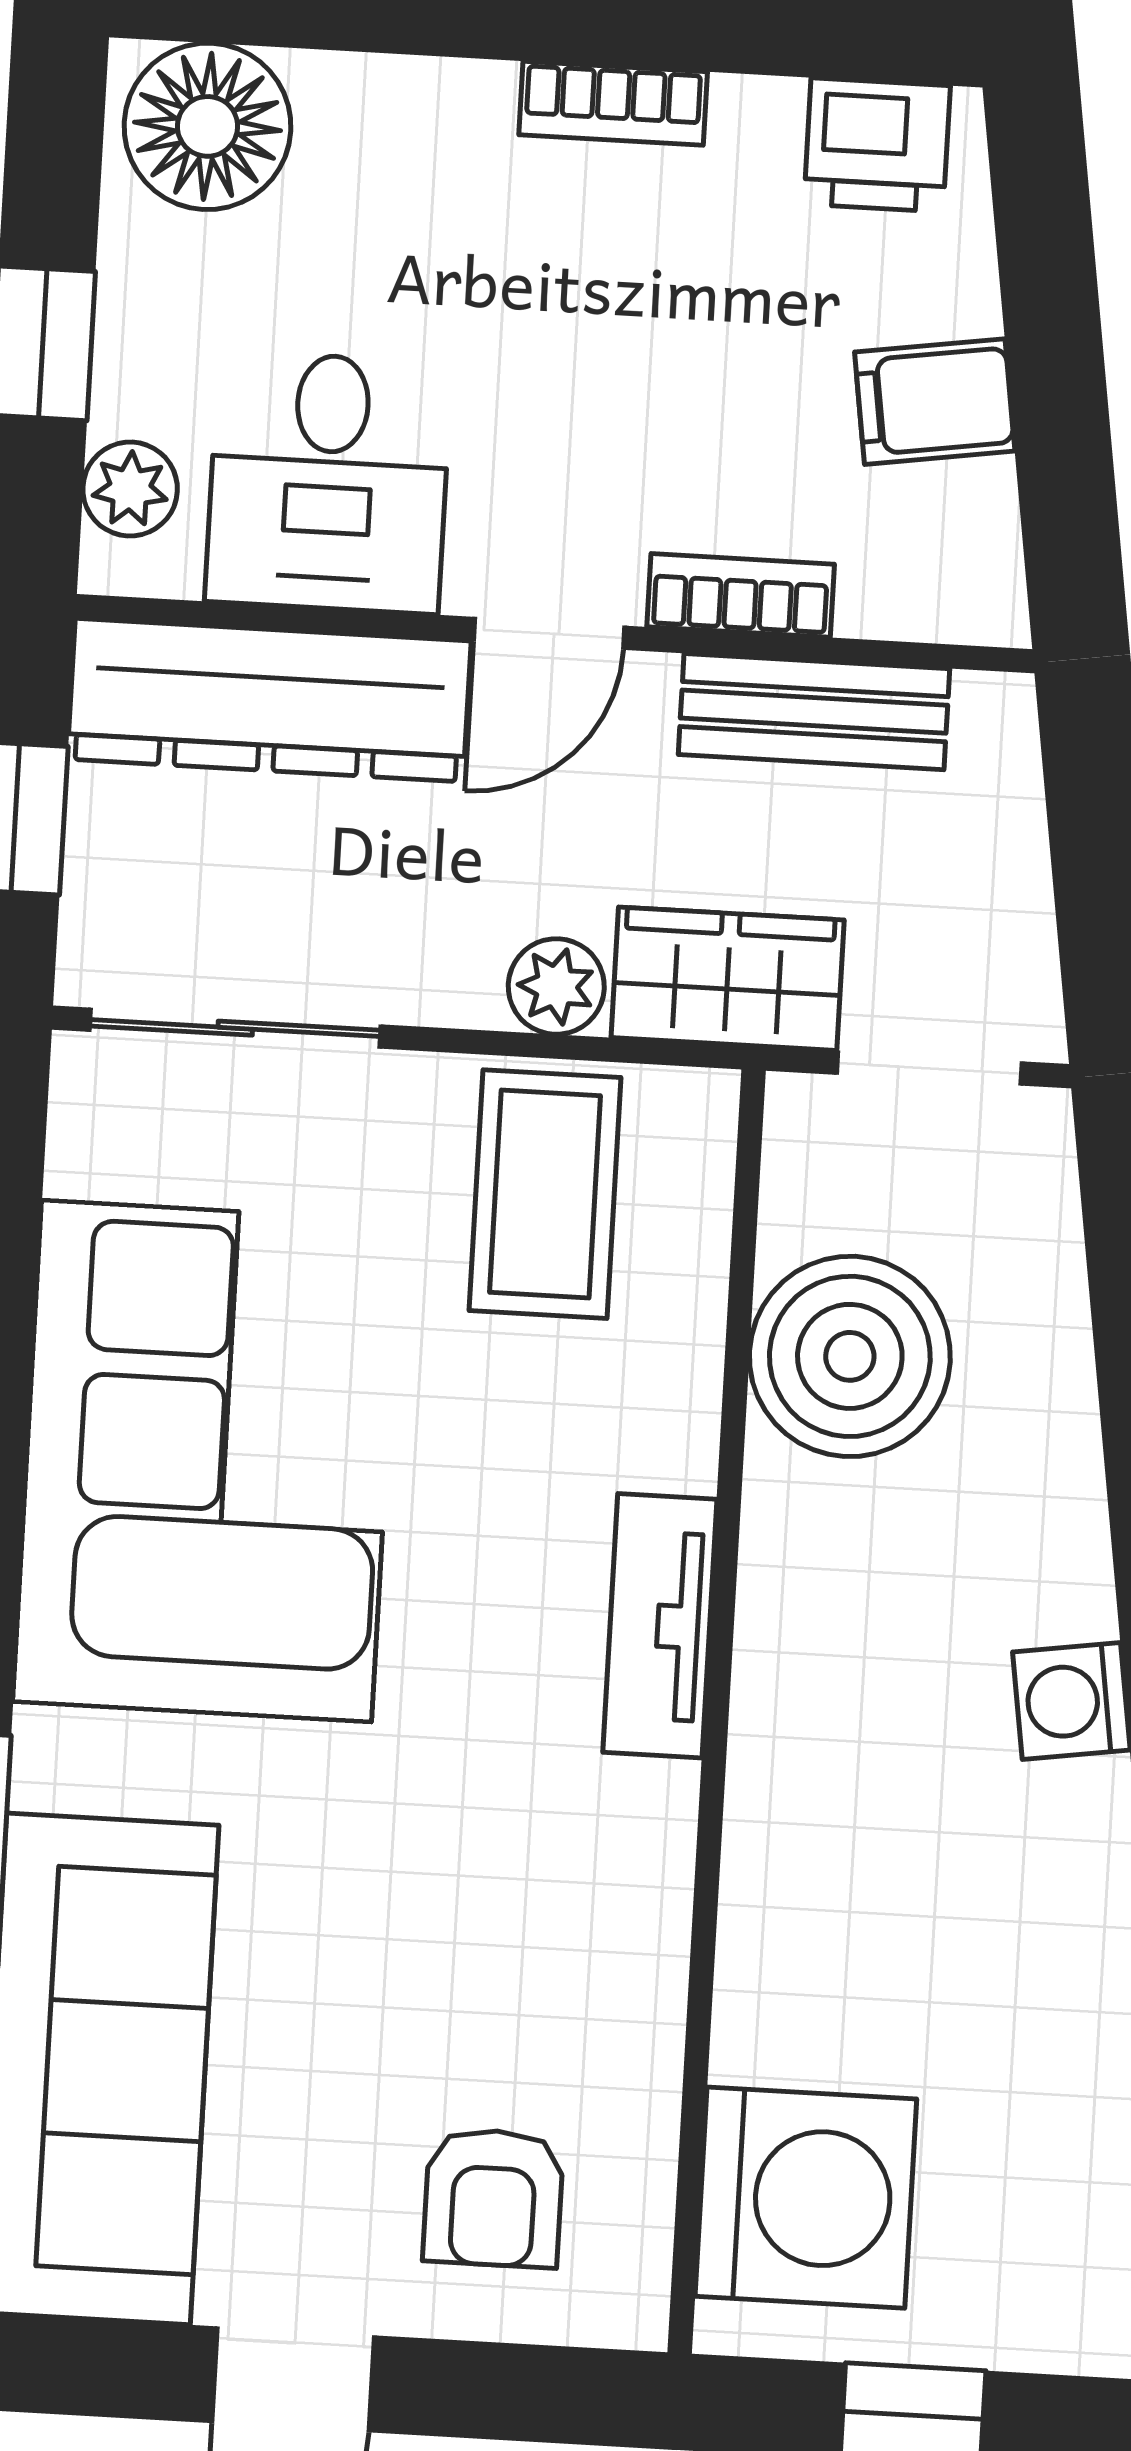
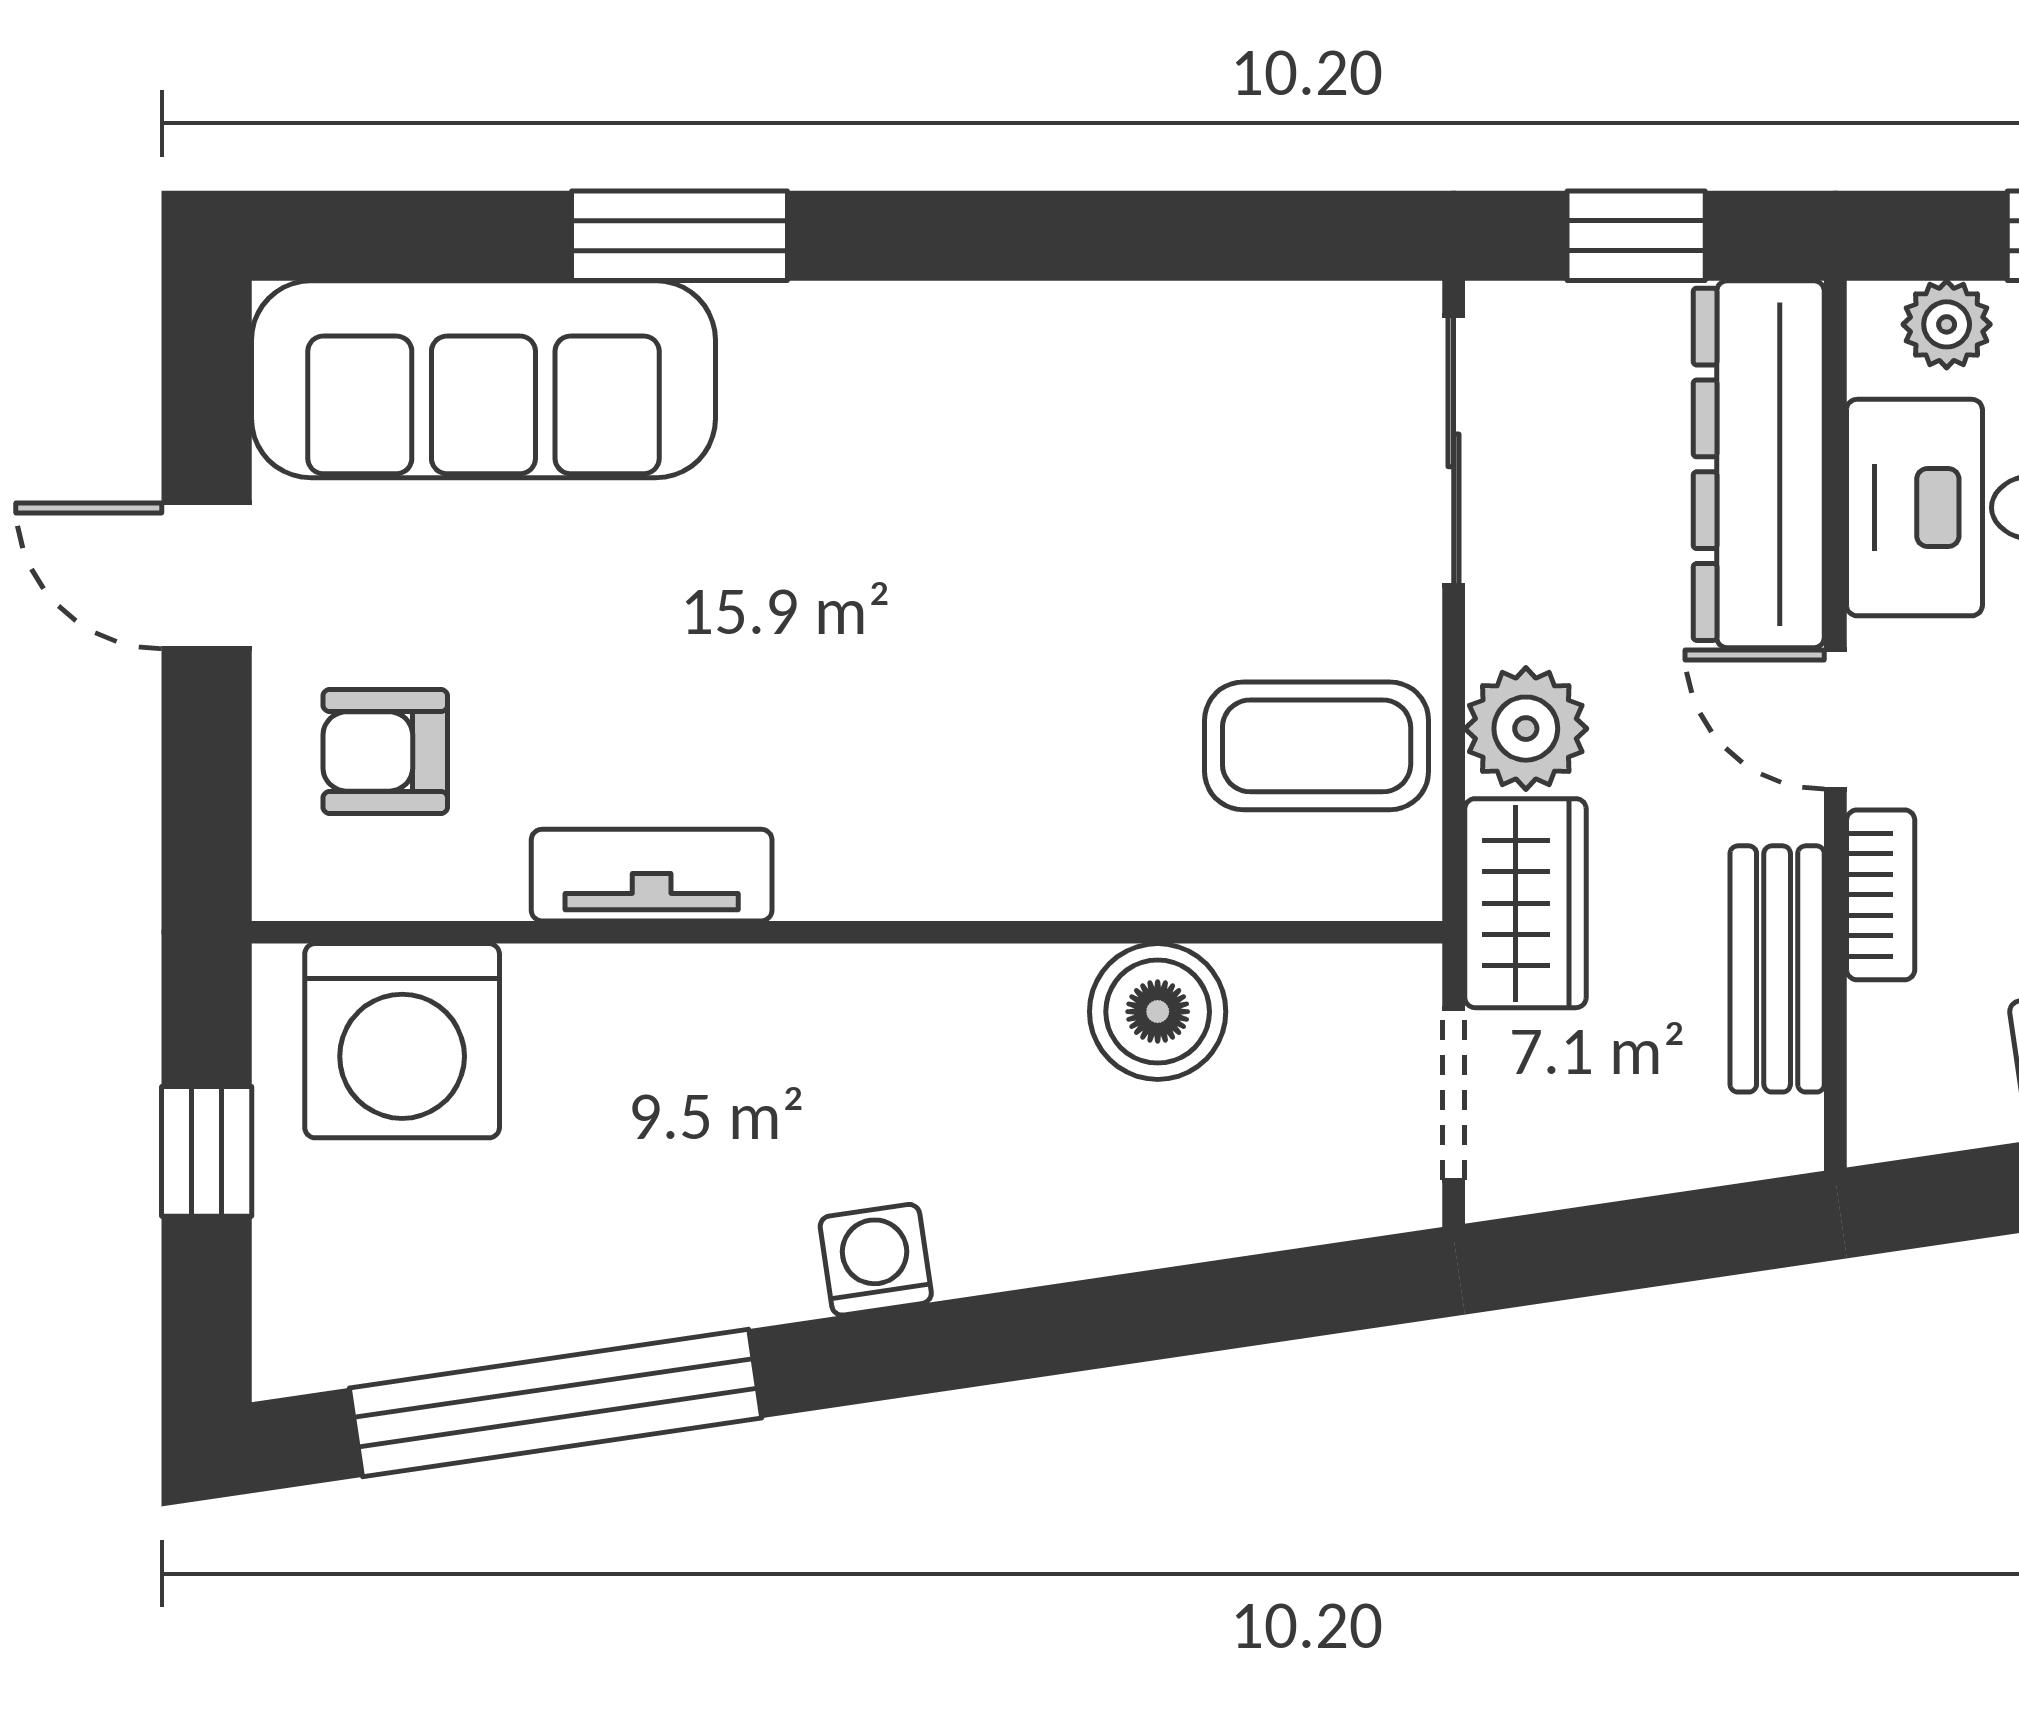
plant: (556, 986) -> (1526, 729), width x1.38, depth x1.38
boiler: (850, 1356) -> (1158, 1012), width x0.73, depth x0.73
corner sofa: (206, 1461) -> (1052, 447), removed
tv unit: (660, 1626) -> (652, 875), moved

